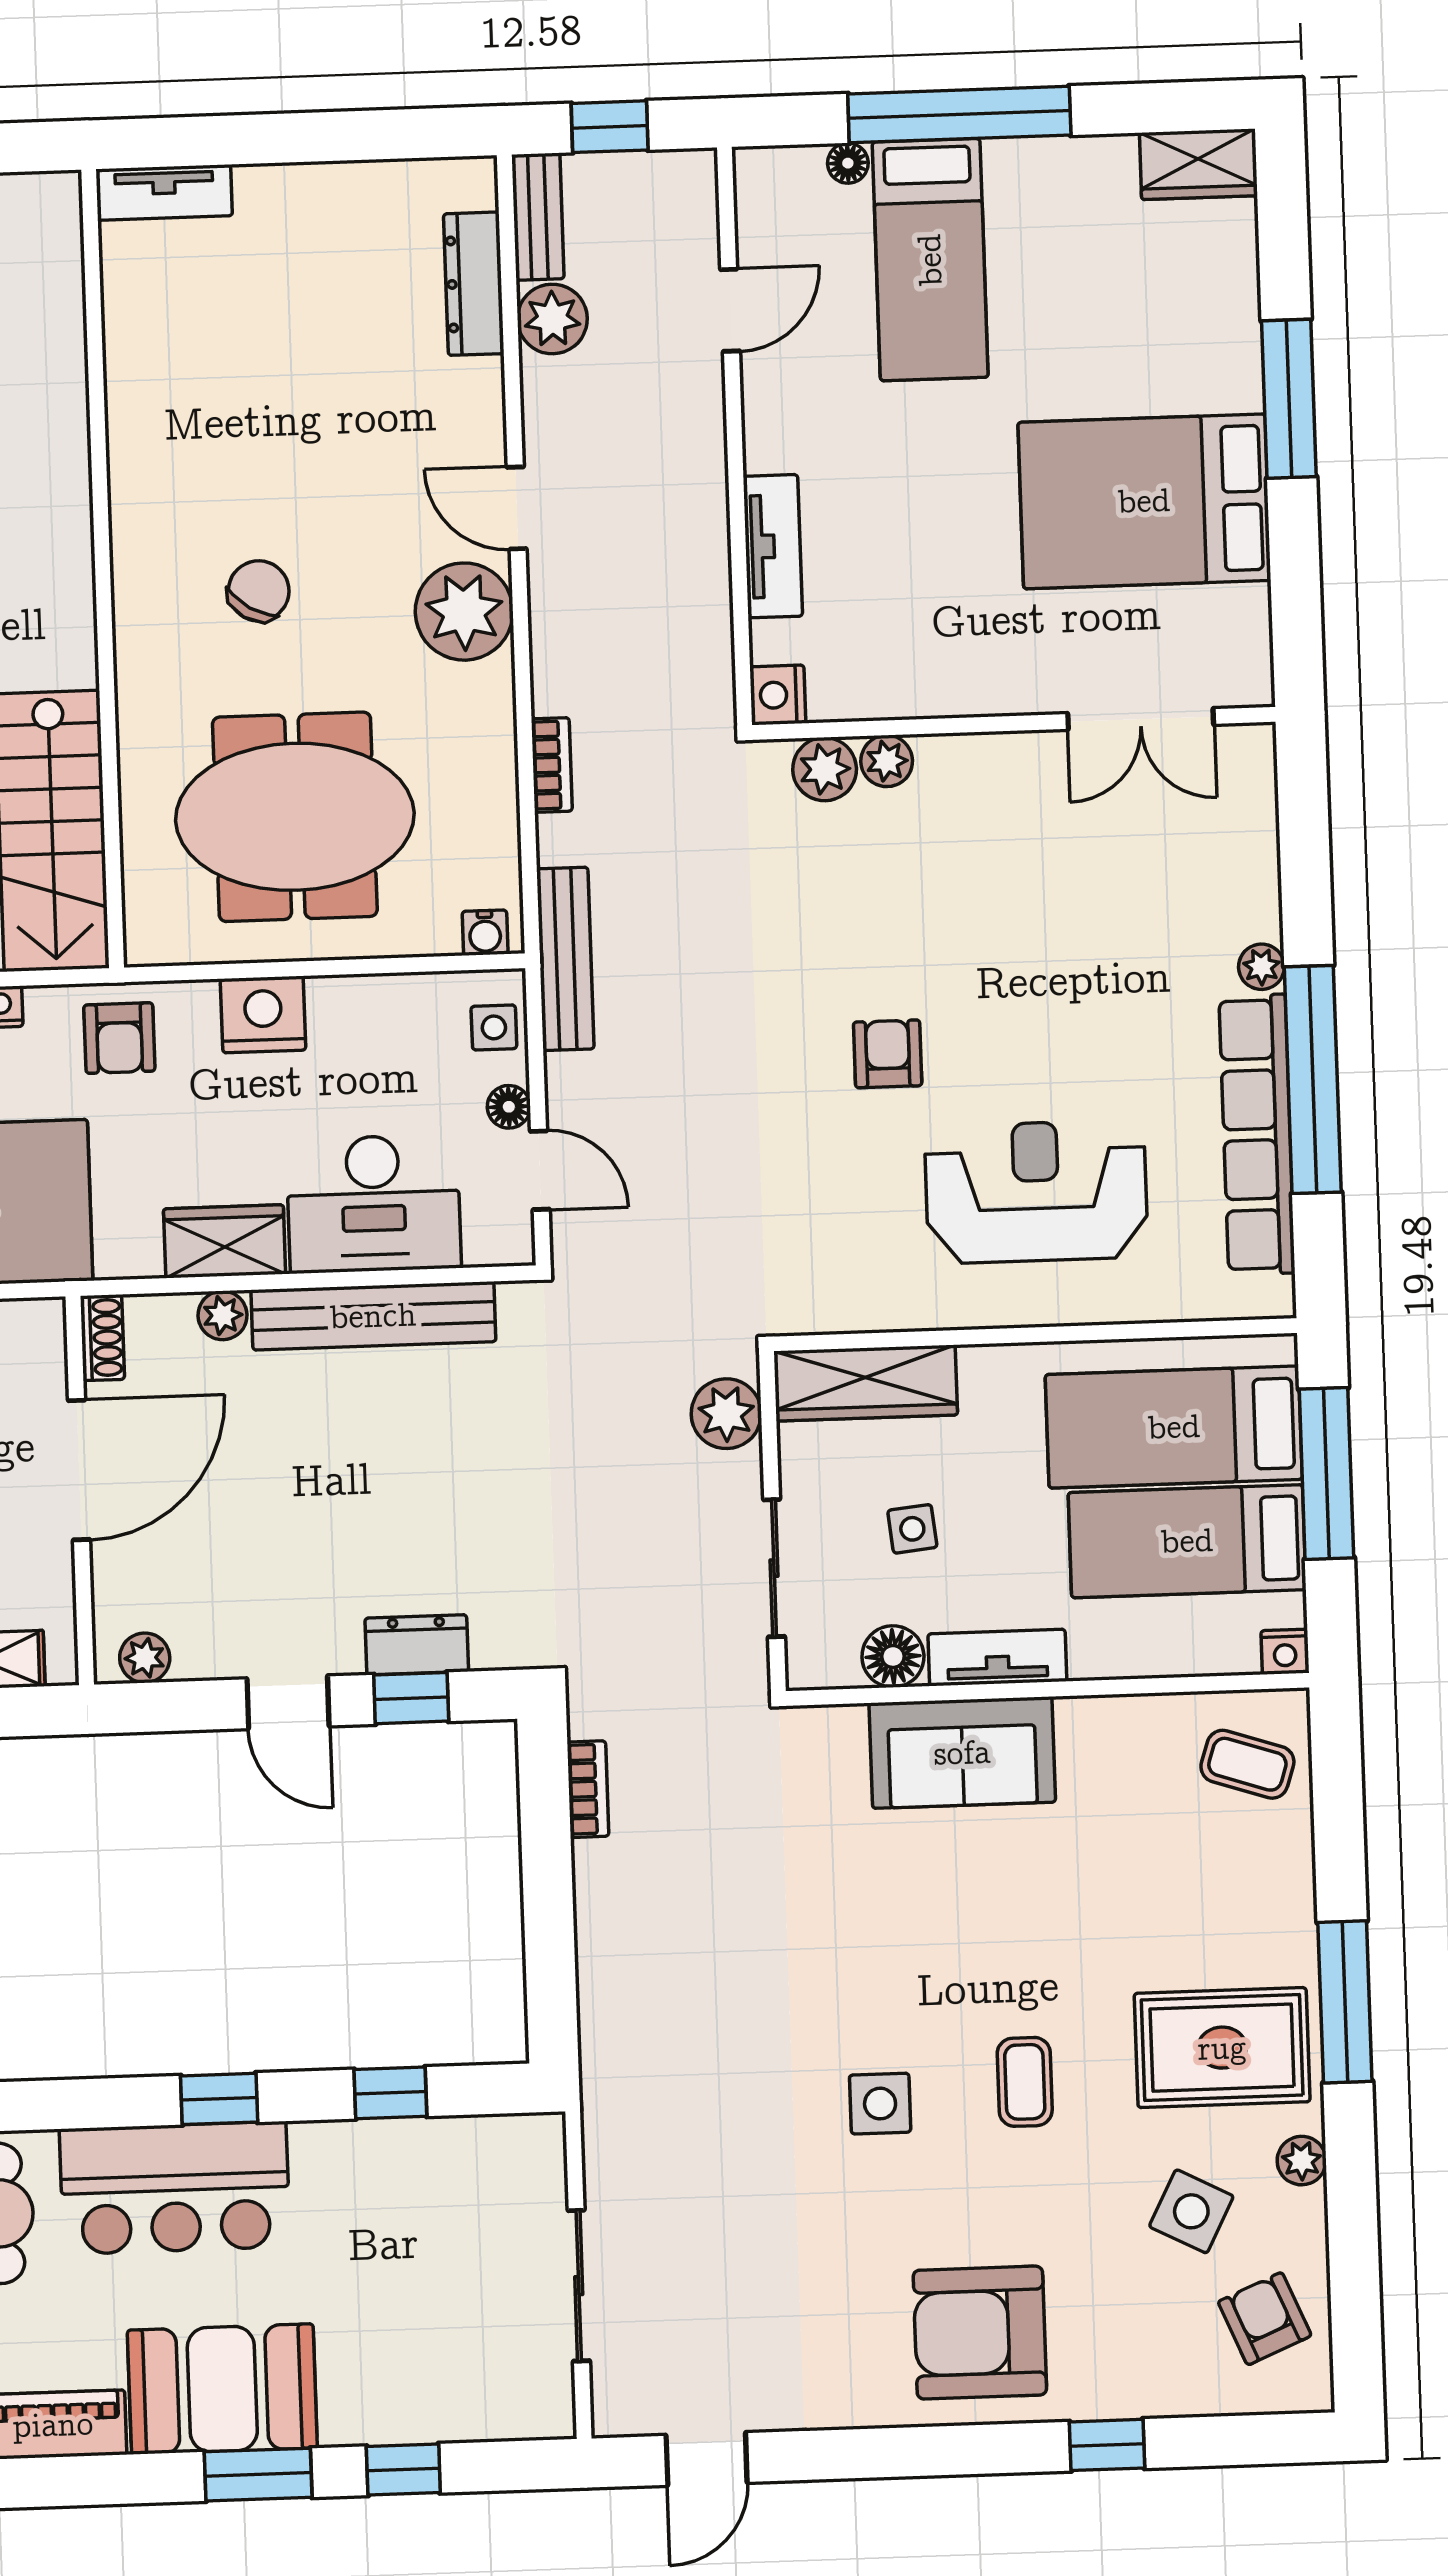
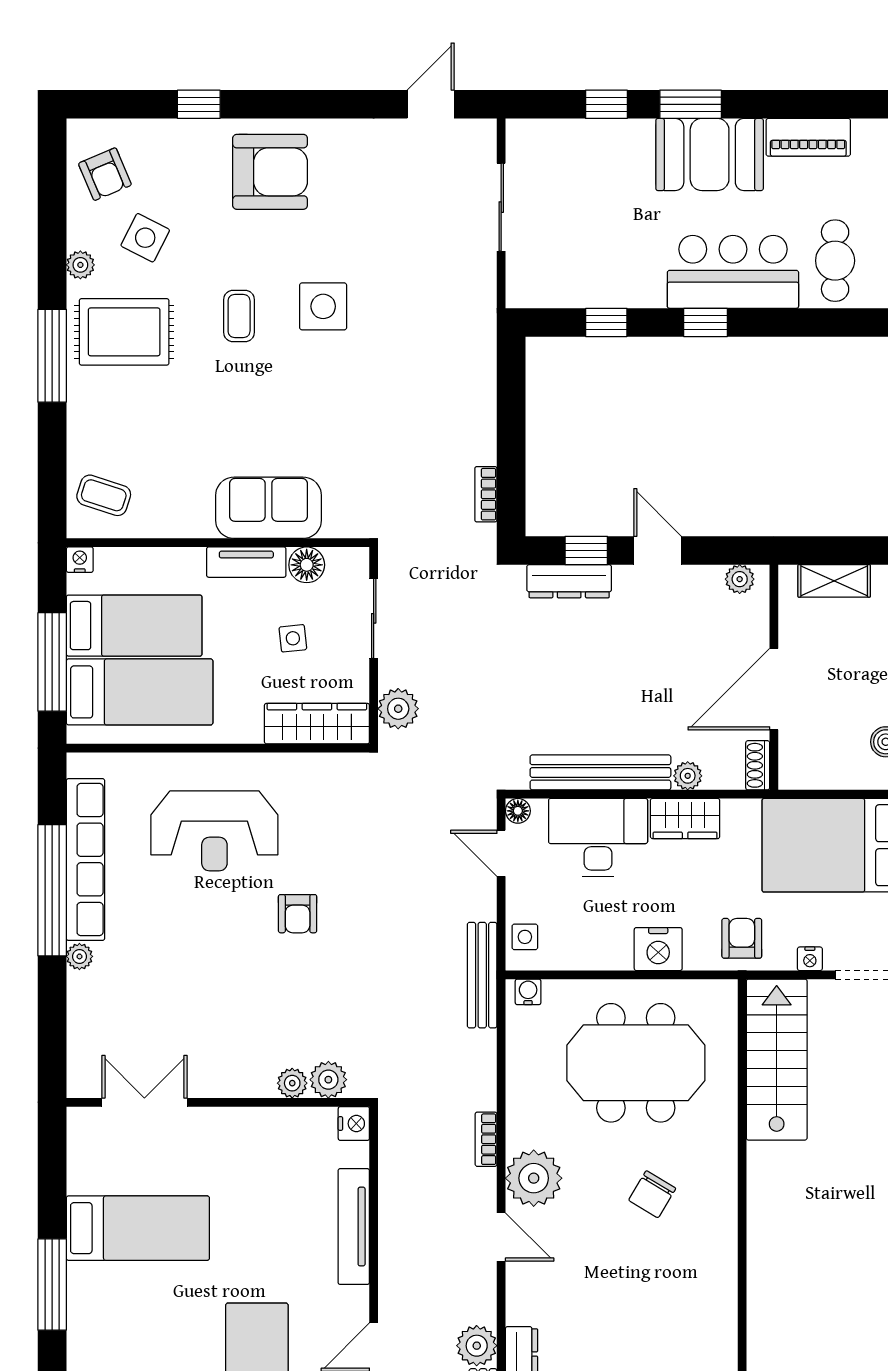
bed: (1144, 501) -> (138, 1228), width x0.67
tv unit: (773, 546) -> (354, 1227), width x1.41
bookcase: (552, 765) -> (486, 1139), moved
floor lamp: (509, 1107) -> (518, 811), moved
dresser: (417, 1645) -> (569, 581), width x1.44
side table: (880, 2104) -> (323, 306), width x1.37, depth x1.37

